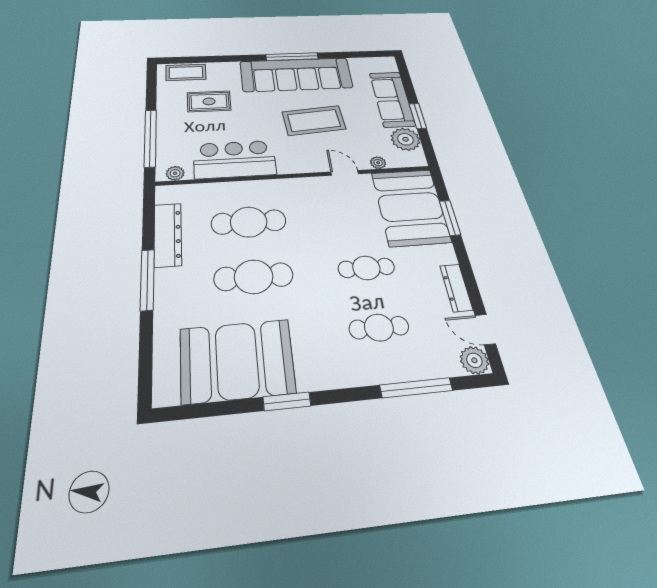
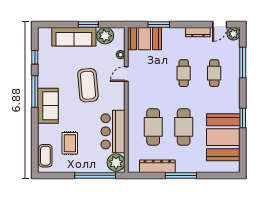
window: (347, 55) -> (35, 57), added
sofa: (296, 75) -> (48, 106), width x0.54, depth x0.79
plant: (175, 173) -> (116, 163), width x1.88, depth x1.88
booth: (410, 207) -> (144, 39), width x0.73, depth x0.70

